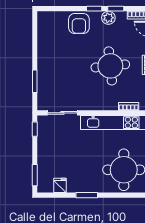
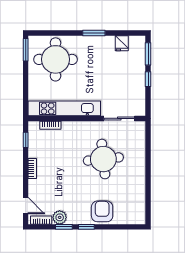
plant: (108, 18) -> (60, 217), moved
round table: (110, 66) -> (103, 159), moved
window: (35, 81) -> (148, 151), removed
window: (35, 129) -> (148, 79), moved

